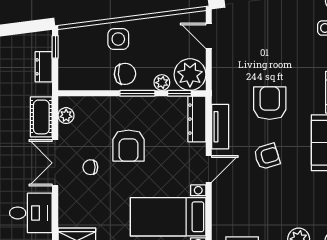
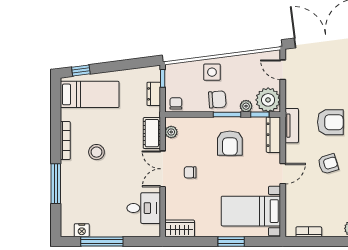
chair: (72, 79) -> (176, 103), added
armchair: (270, 103) -> (330, 122), turned 90
tv unit: (220, 127) -> (292, 126), moved
armchair: (129, 146) -> (230, 143), moved

